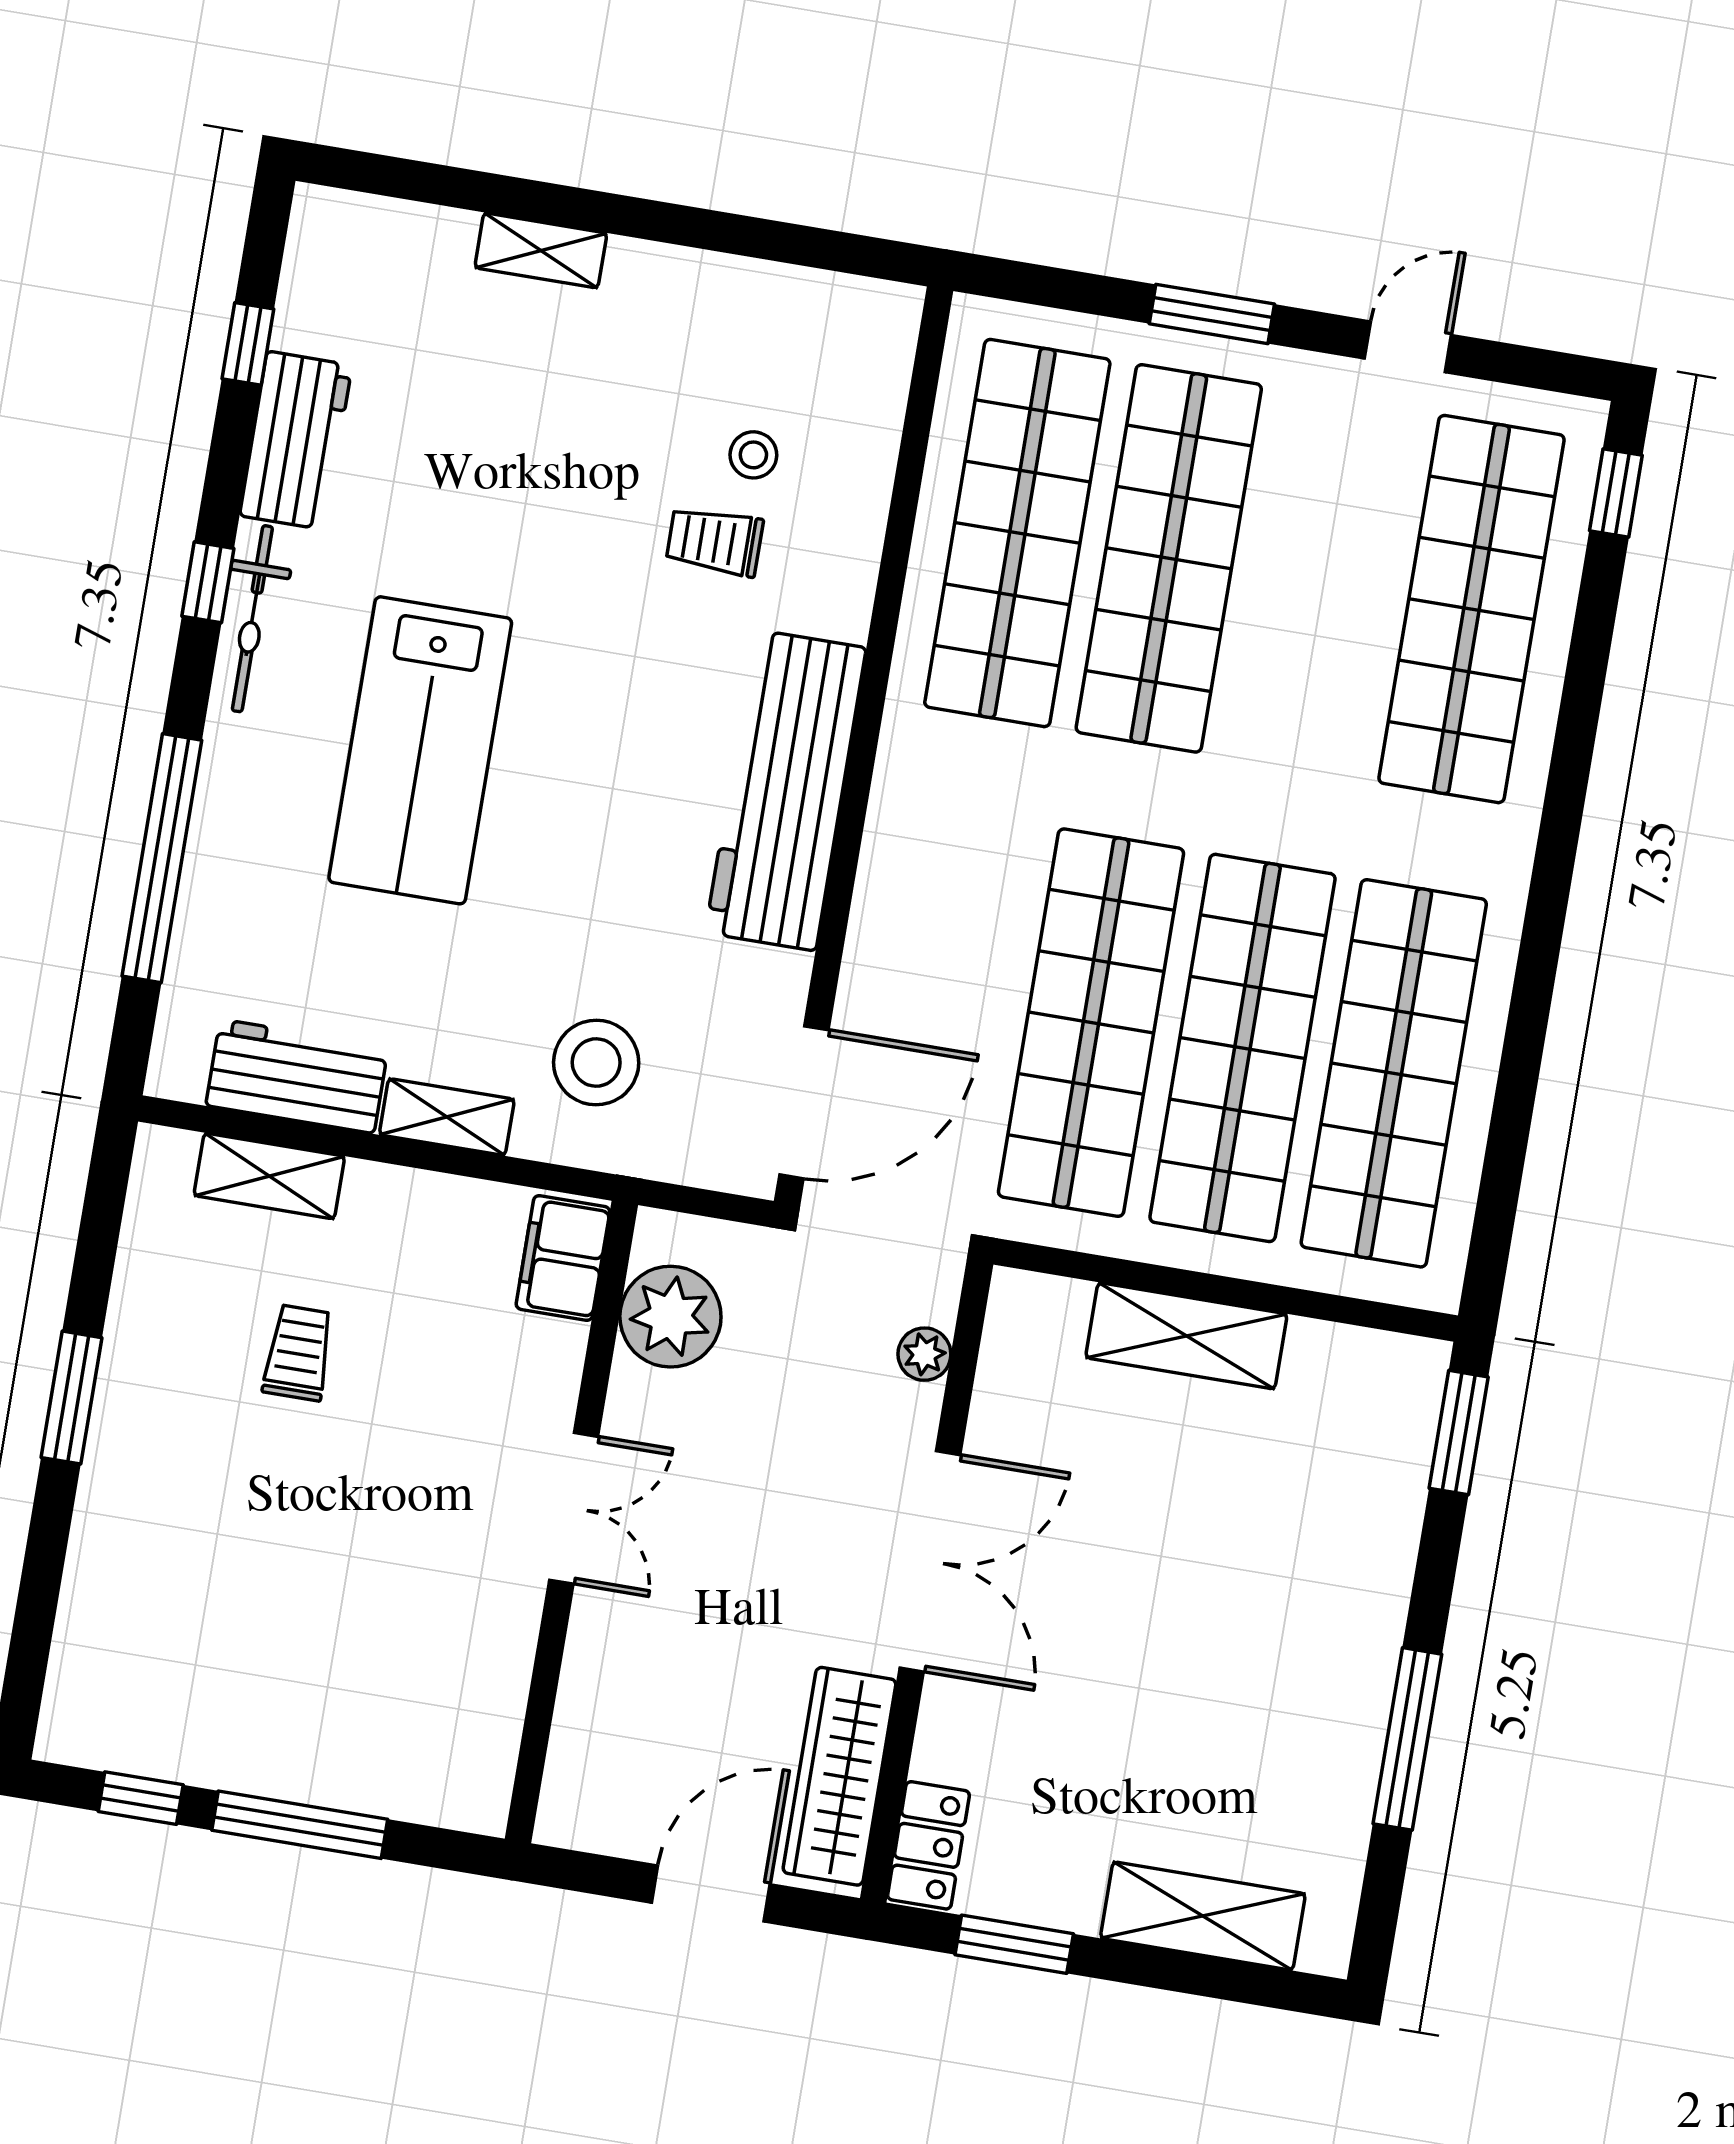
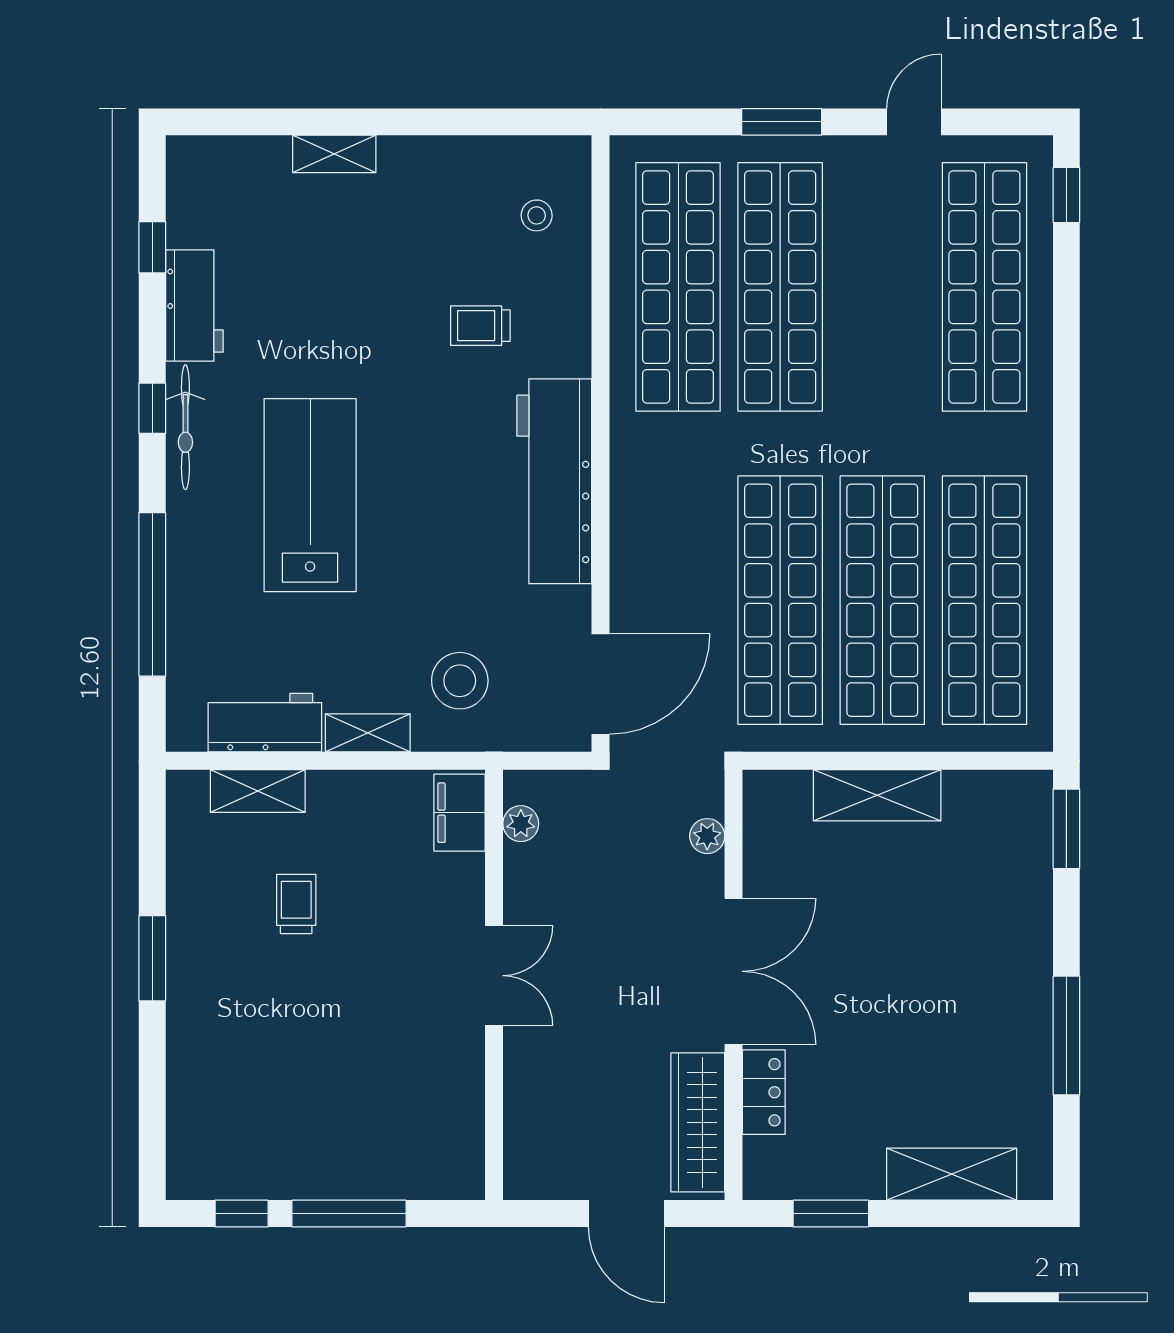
stool: (753, 455) -> (537, 215), moved
lab bench: (420, 750) -> (310, 495), turned 180
plant: (670, 1317) -> (521, 824), width x0.53, depth x0.53
locker: (928, 1845) -> (764, 1092), moved
door: (711, 1894) -> (626, 1213), swing flipped

